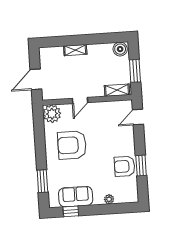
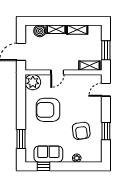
shelving: (100, 49) -> (77, 30), added
boiler: (120, 49) -> (40, 31), moved
armchair: (125, 166) -> (81, 131), moved, turned -98

